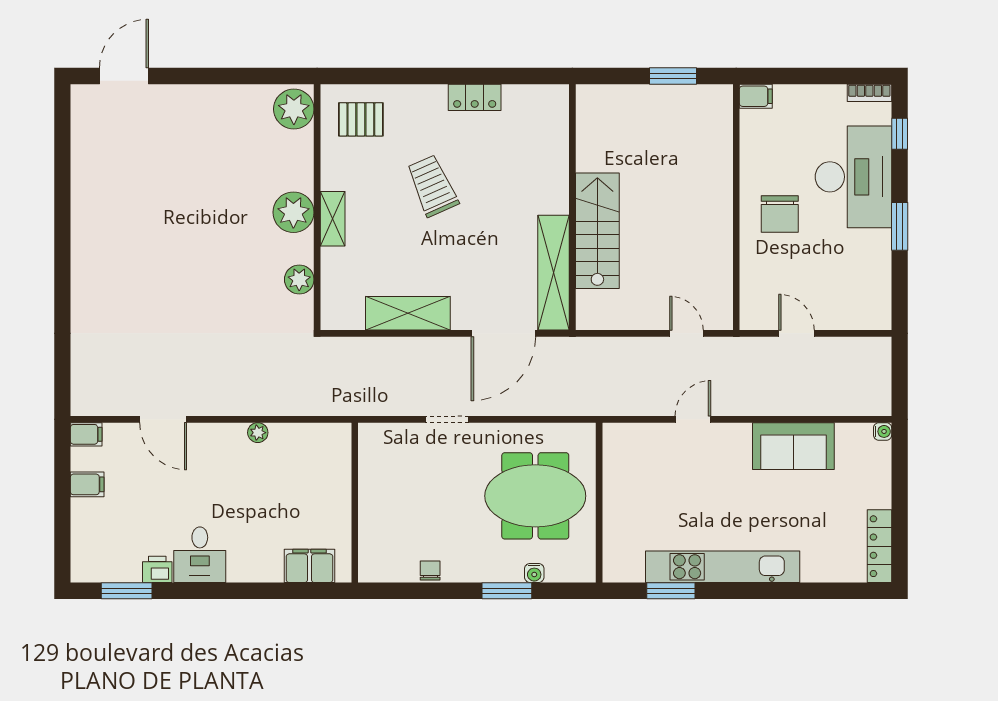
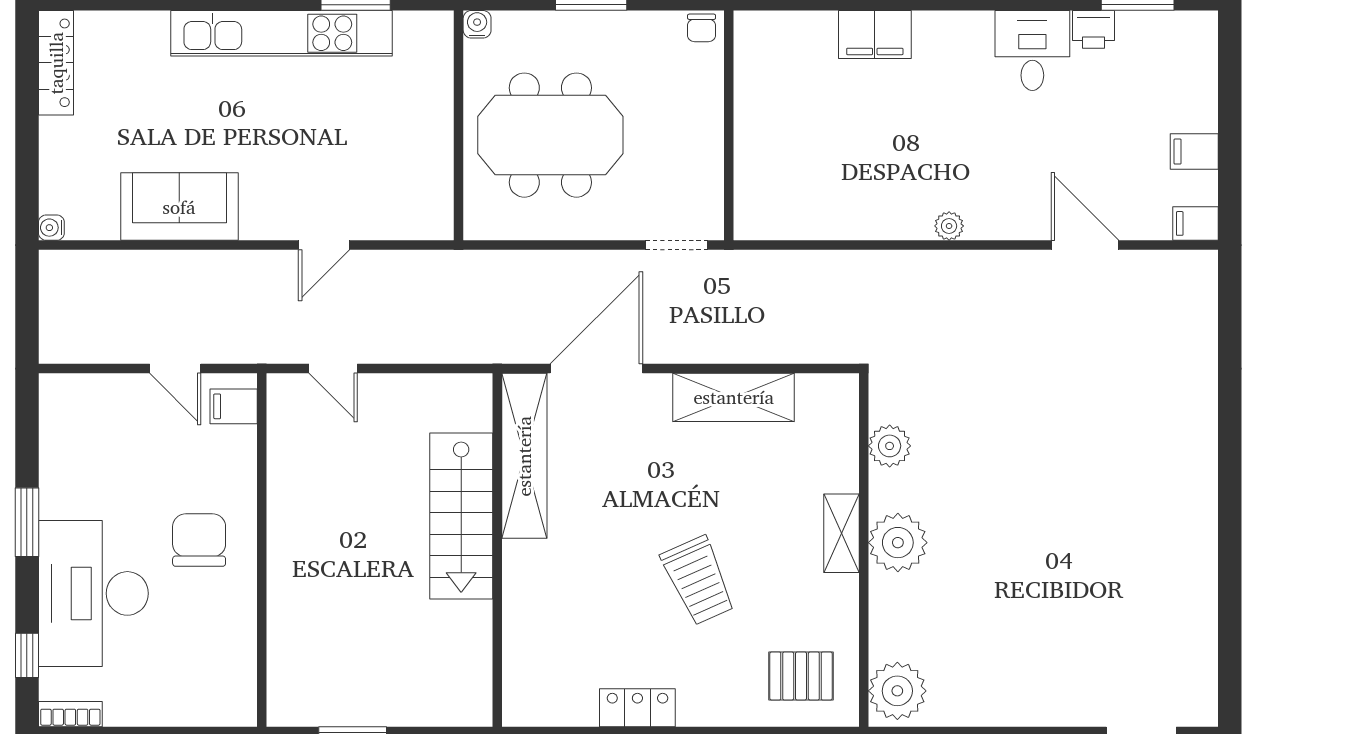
filing cabinet: (756, 96) -> (234, 406), moved
wall: (355, 503) -> (729, 125), moved
water cooler: (534, 573) -> (477, 24), moved

